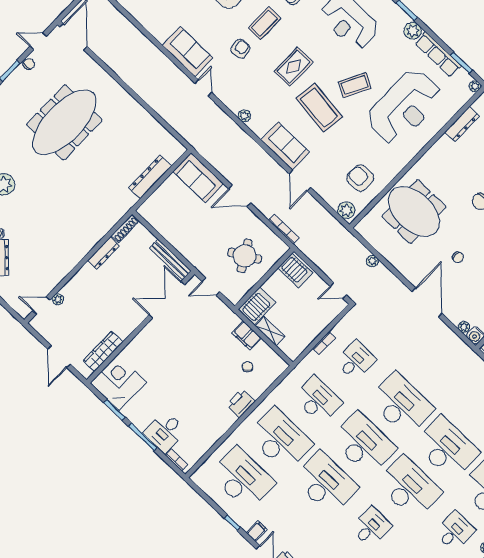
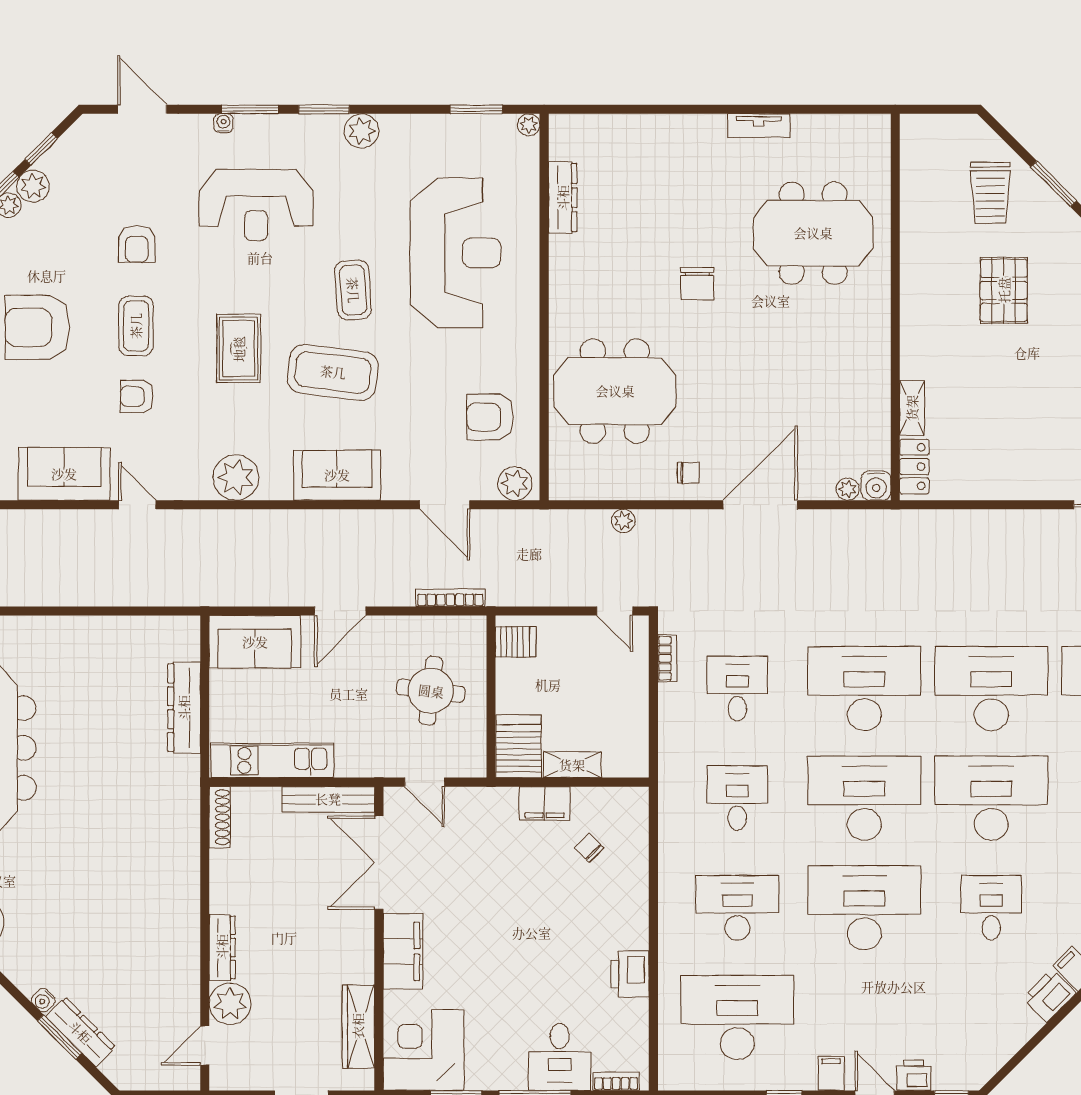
armchair: (240, 49) -> (137, 396), turned -83
row of seats: (438, 54) -> (431, 130), removed
coffee table: (355, 85) -> (353, 290), turned -31
plant: (244, 116) -> (236, 477), width x1.87, depth x1.87
door: (300, 181) -> (445, 505), moved
kitchen unit: (164, 226) -> (273, 760), added
dresser: (103, 253) -> (222, 947), moved
round table: (245, 256) -> (431, 691), turned 37
chair: (458, 257) -> (688, 473), moved
server rack: (295, 271) -> (516, 642), width x0.73, depth x0.70
door: (211, 287) -> (425, 782), hinge flipped
door: (338, 291) -> (615, 611), hinge flipped
plant: (58, 299) -> (230, 1004), width x1.88, depth x1.88
door: (427, 303) -> (760, 505), hinge flipped
filing cabinet: (145, 340) -> (403, 951), added
bookcase: (324, 343) -> (667, 658), moved
desk: (318, 400) -> (737, 798), width x0.73
printer: (241, 403) -> (630, 974), moved
desk: (280, 439) -> (737, 908), width x0.73, depth x0.77

